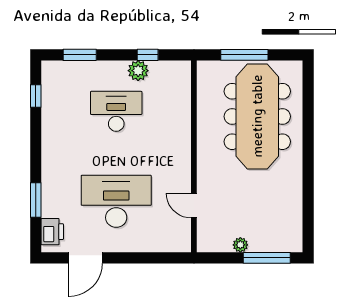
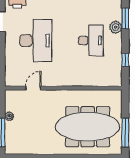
window: (244, 55) -> (125, 133), moved
plant: (138, 71) -> (116, 27), moved

